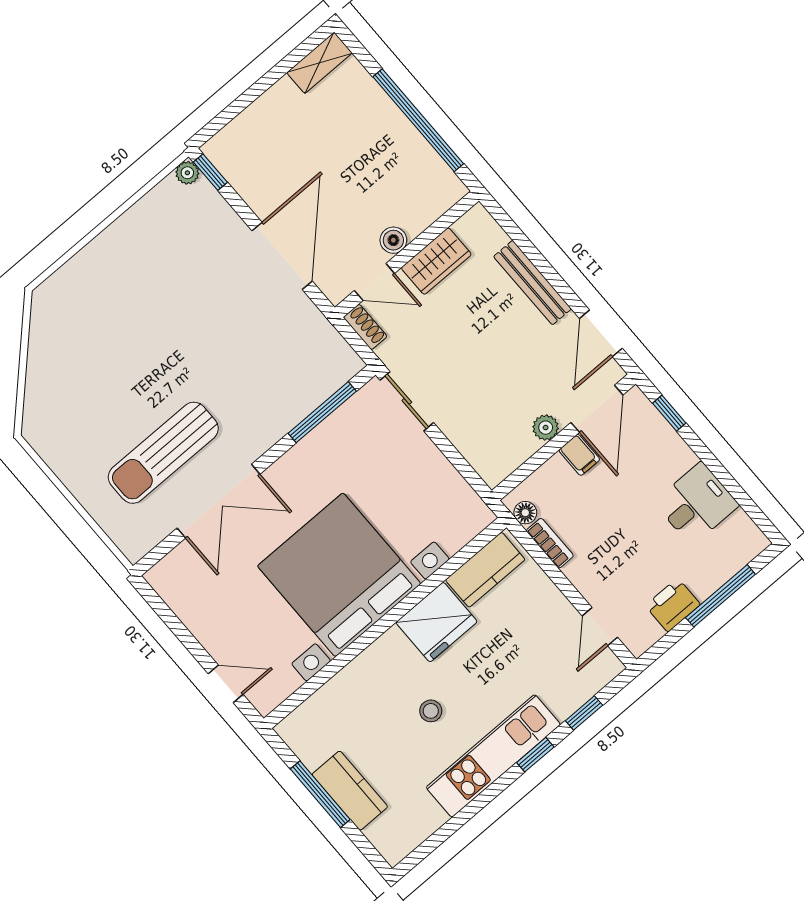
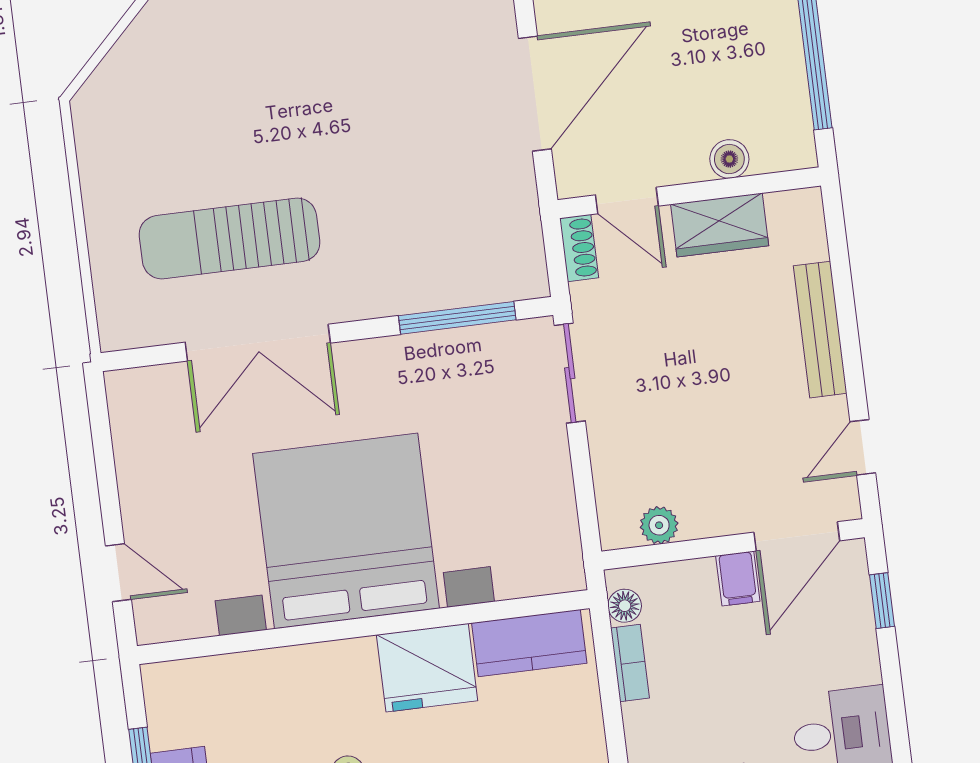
boiler: (393, 240) -> (729, 159), moved
door: (601, 333) -> (863, 447), width x0.73
plant: (546, 428) -> (659, 525), moved

